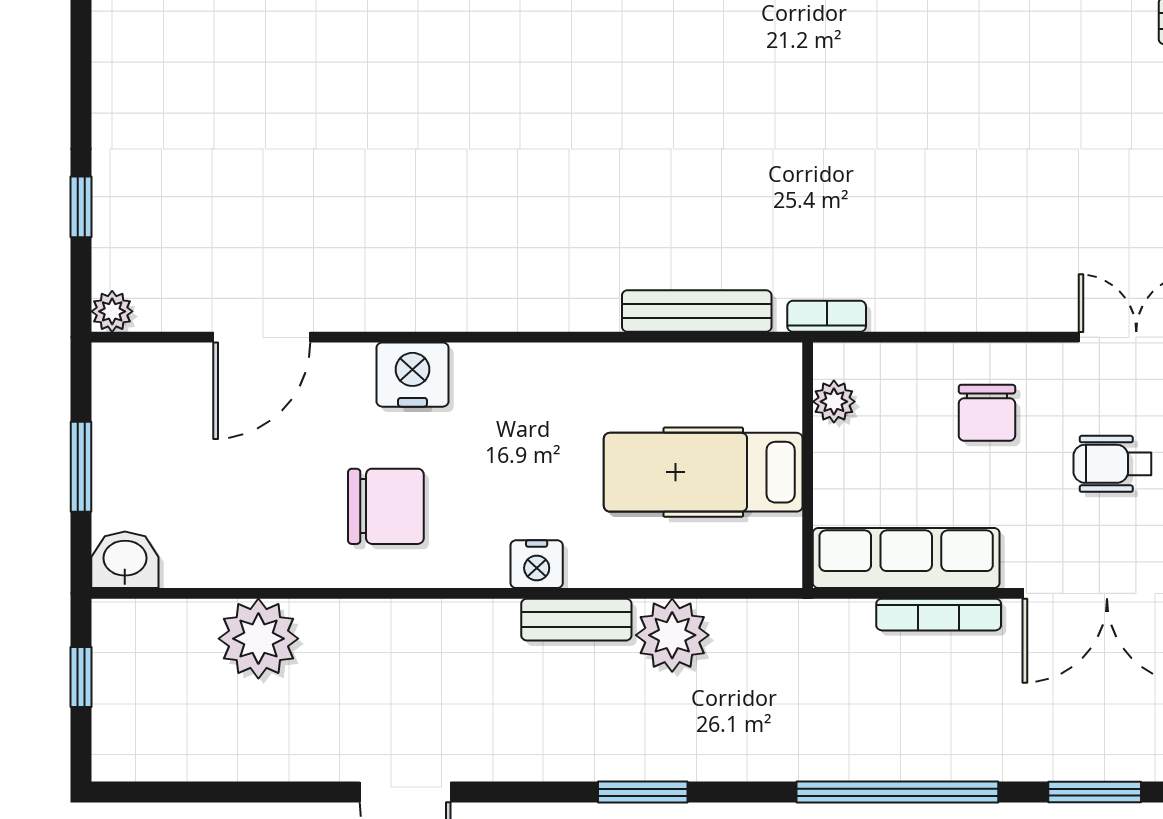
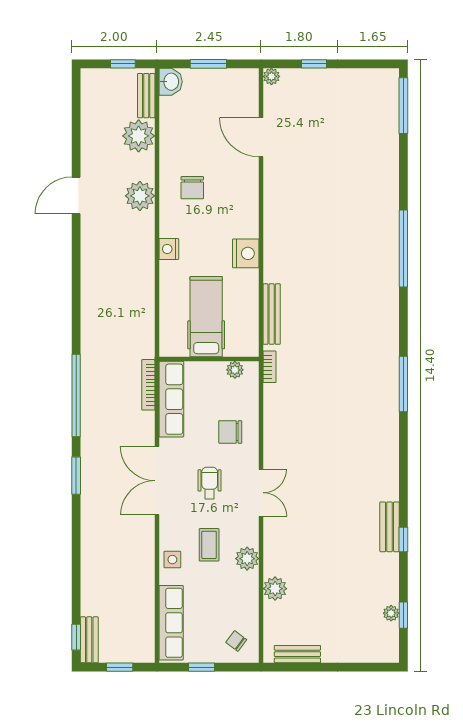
nightstand: (413, 375) -> (246, 253), moved
chair: (386, 506) -> (192, 188), width x0.73, depth x0.73
bookcase: (939, 615) -> (148, 385), moved
bench: (576, 620) -> (146, 96), moved
plant: (672, 635) -> (140, 196), moved
window: (643, 792) -> (76, 292), removed

